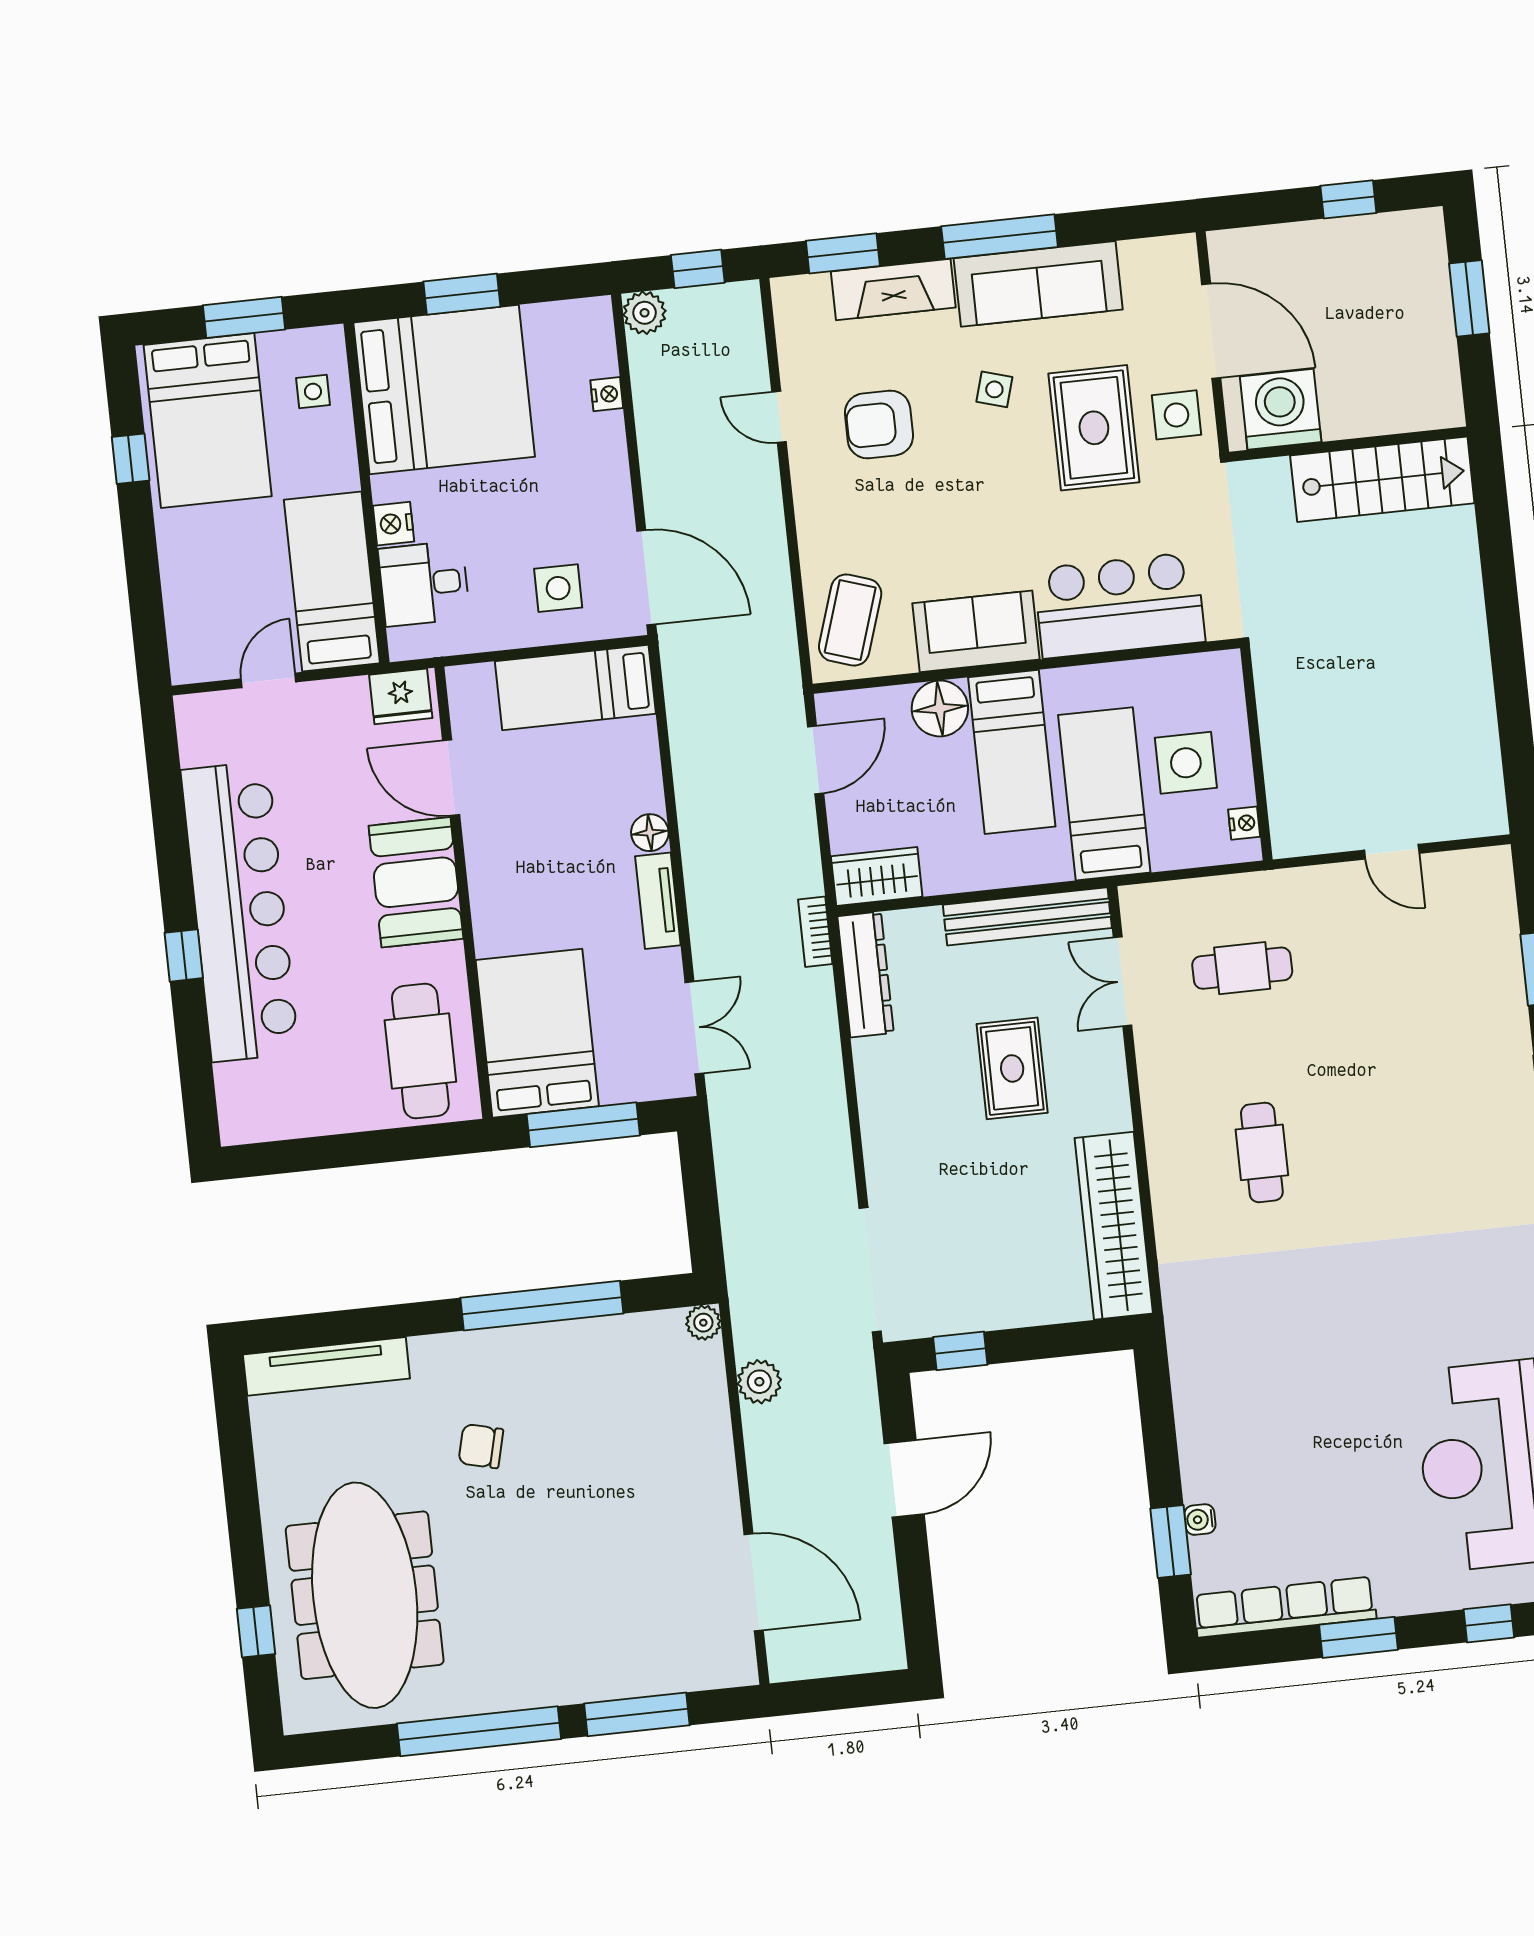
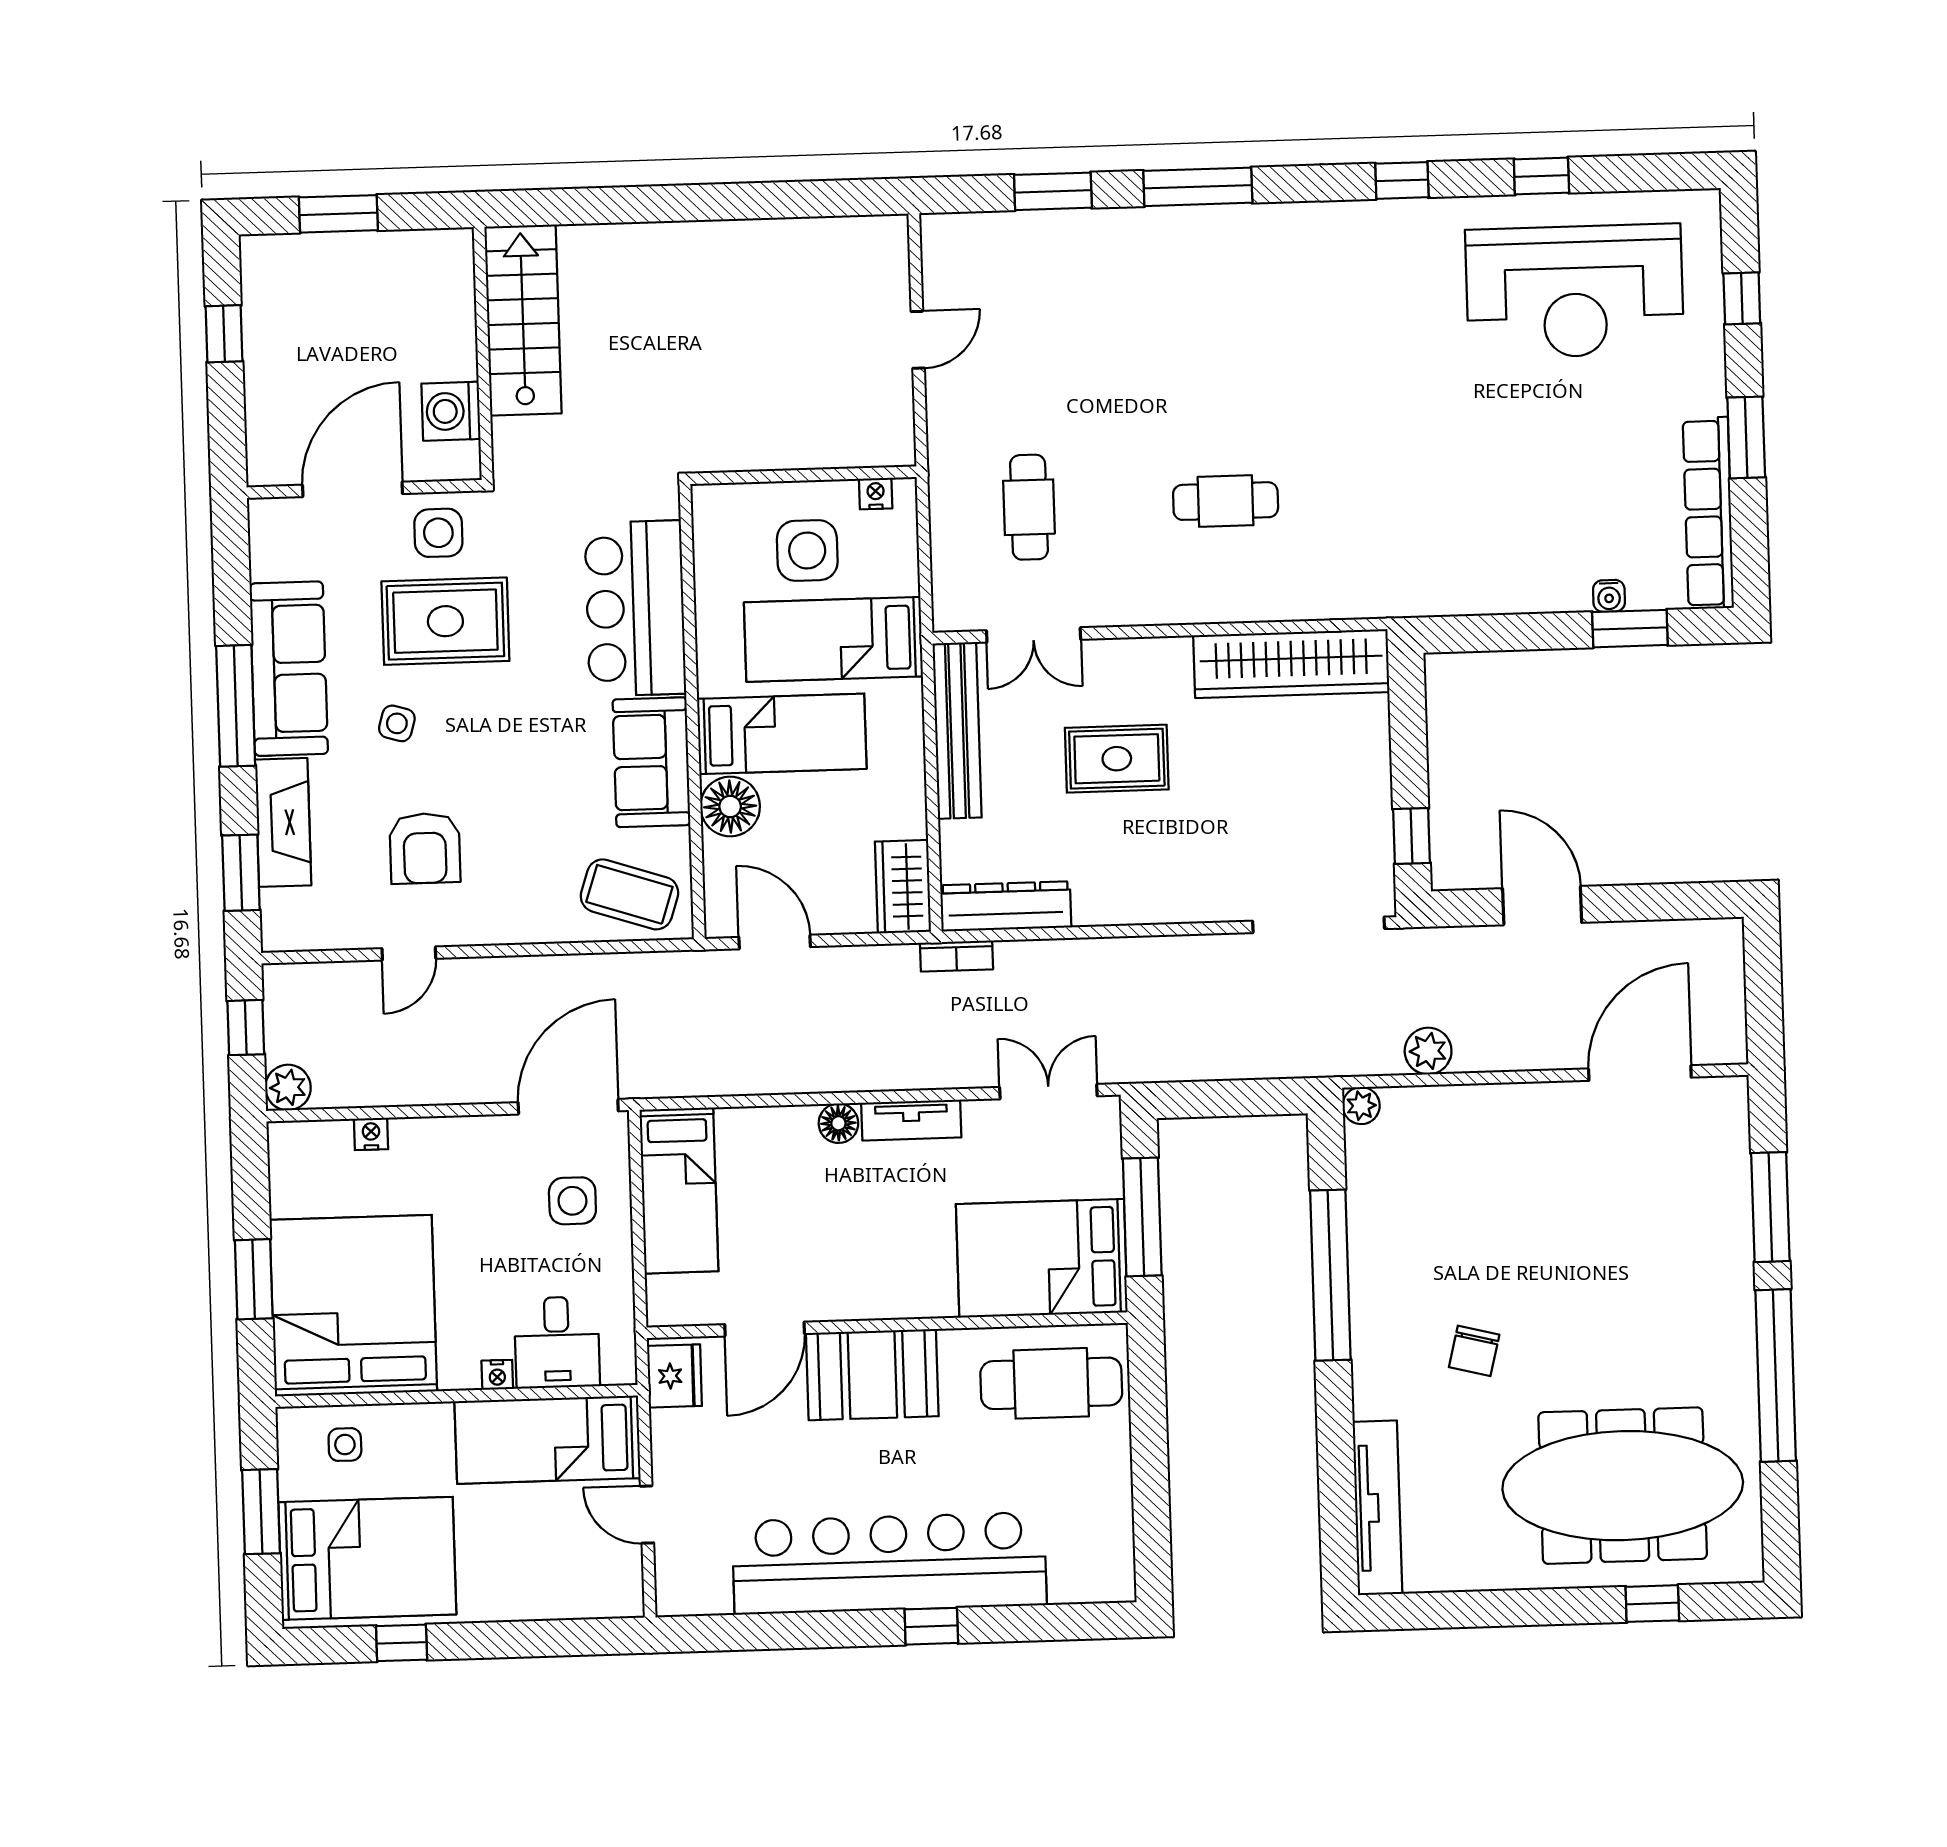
washing machine: (1281, 409) -> (451, 411), width x0.73, depth x0.73
nightstand: (394, 524) -> (497, 1375), width x0.72, depth x0.74

